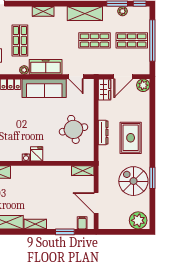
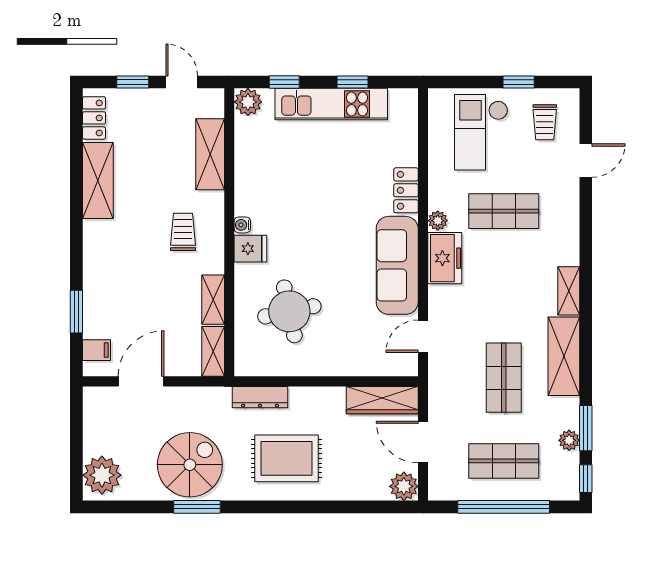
shelving: (43, 11) -> (569, 291), moved
shop shelf: (132, 40) -> (504, 461), turned 90
freezer: (46, 67) -> (445, 258), width x0.71
wardrobe: (105, 90) -> (382, 400), width x1.50
round table: (73, 129) -> (289, 311), moved
dresser: (103, 132) -> (260, 397), moved
trolley: (29, 184) -> (183, 232), added
shelving: (35, 224) -> (213, 300), moved

